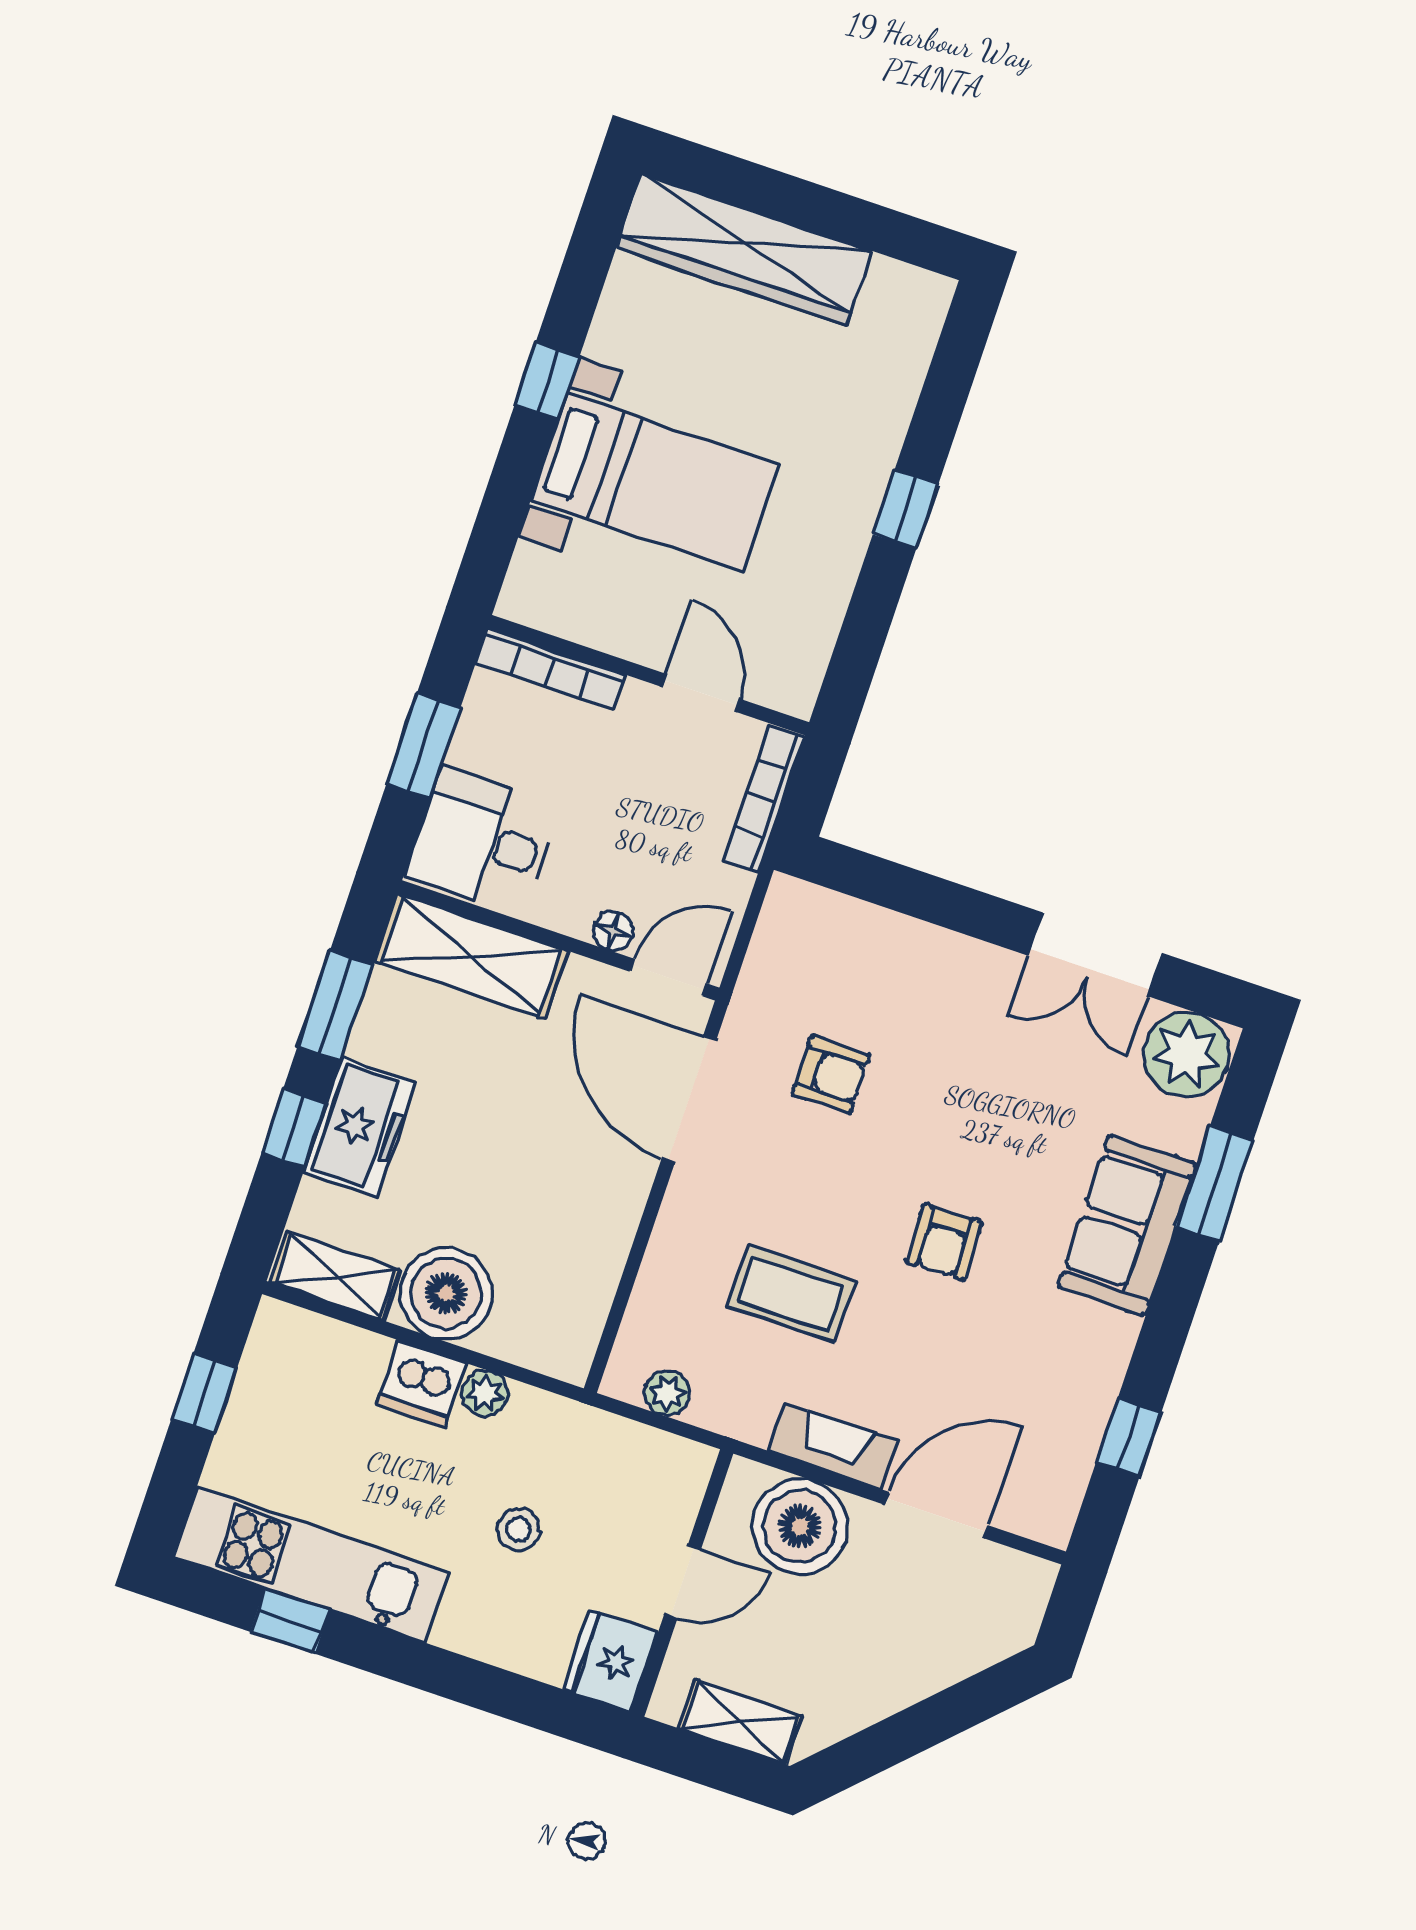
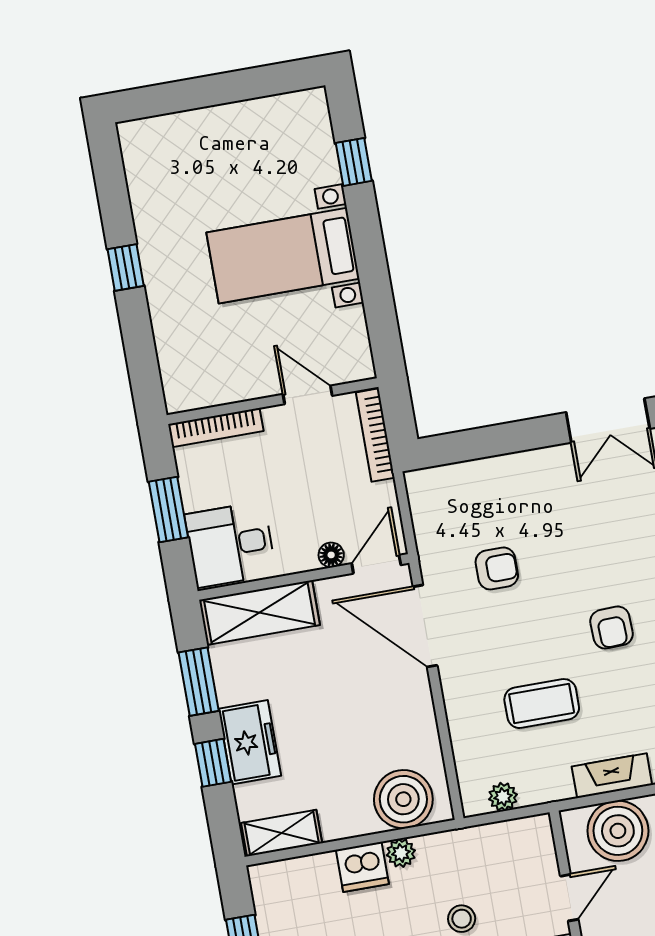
wardrobe: (744, 249) -> (196, 134), removed
bed with nightstands: (655, 482) -> (283, 256), moved, turned 180
window: (905, 509) -> (354, 162), moved
boiler: (446, 1293) -> (403, 799), moved

